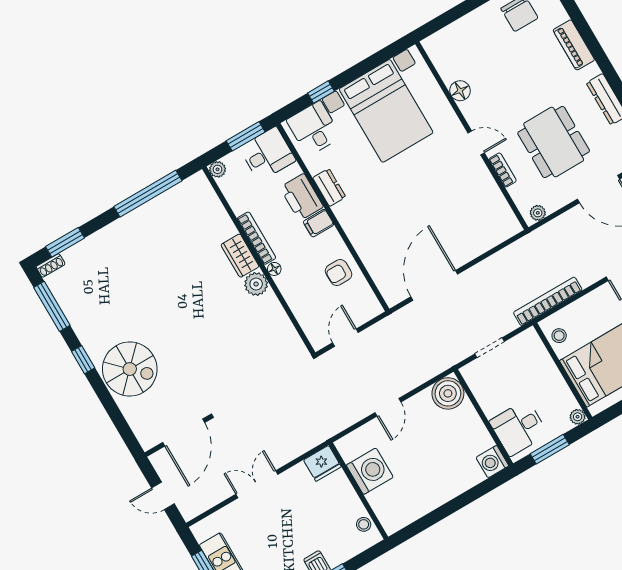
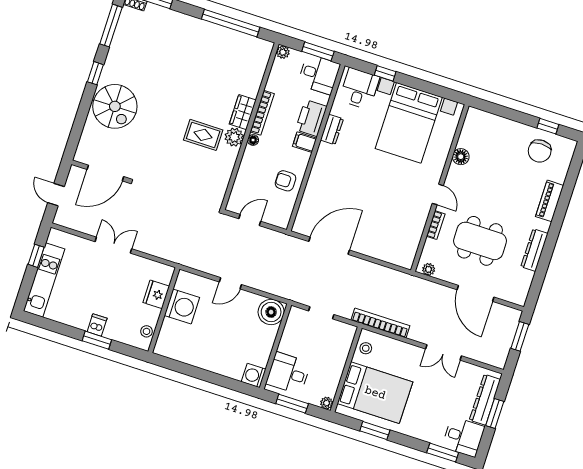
dining table: (554, 142) -> (480, 241), turned 90
rug: (229, 311) -> (203, 135), added
fridge: (322, 463) -> (156, 294), moved, turned 90

